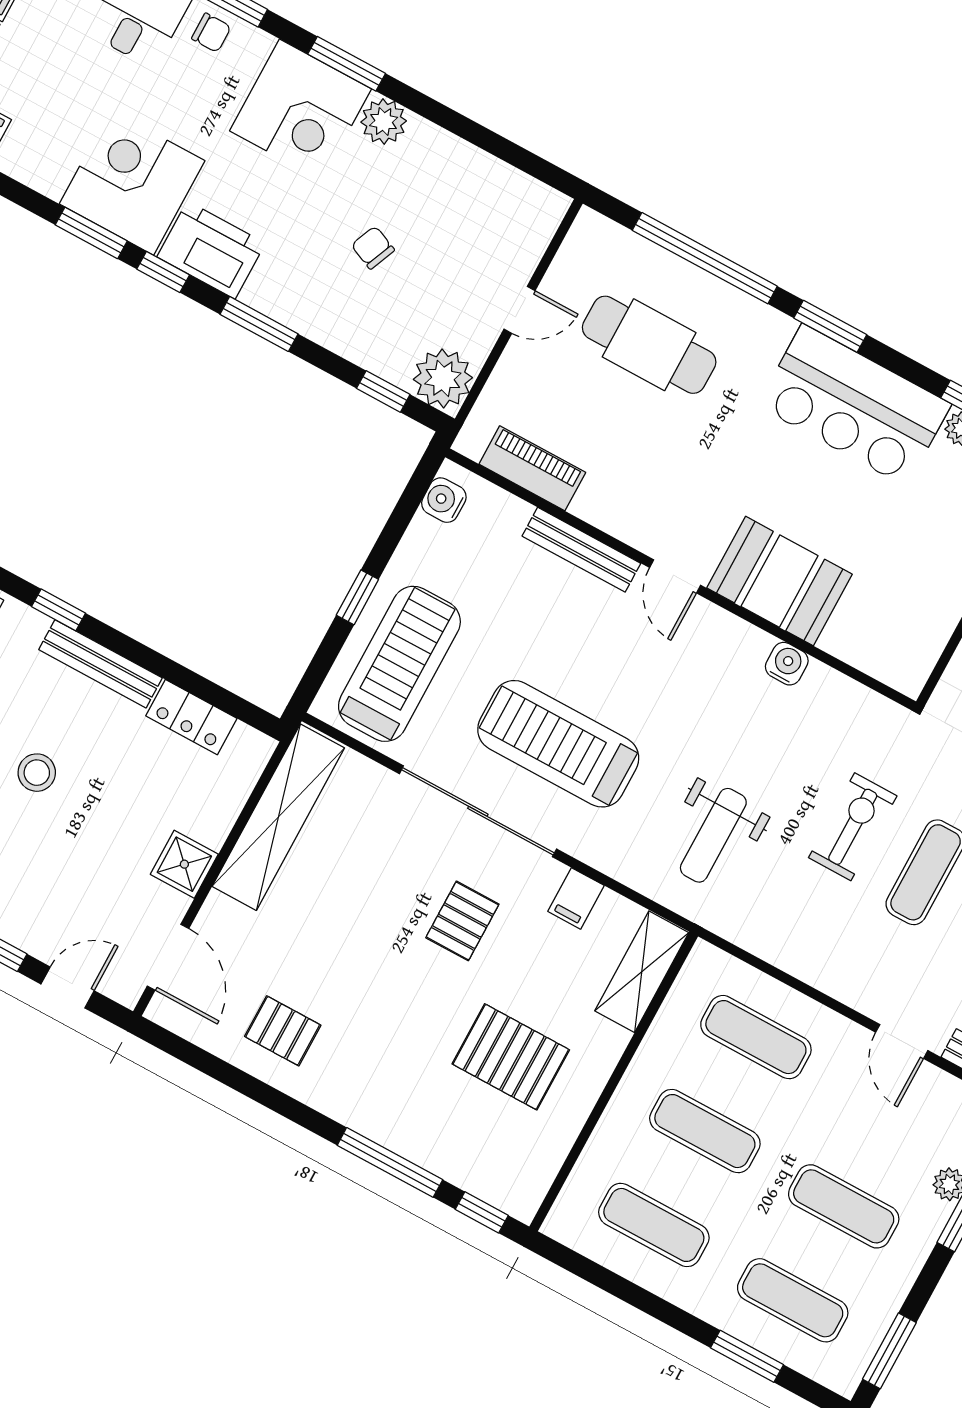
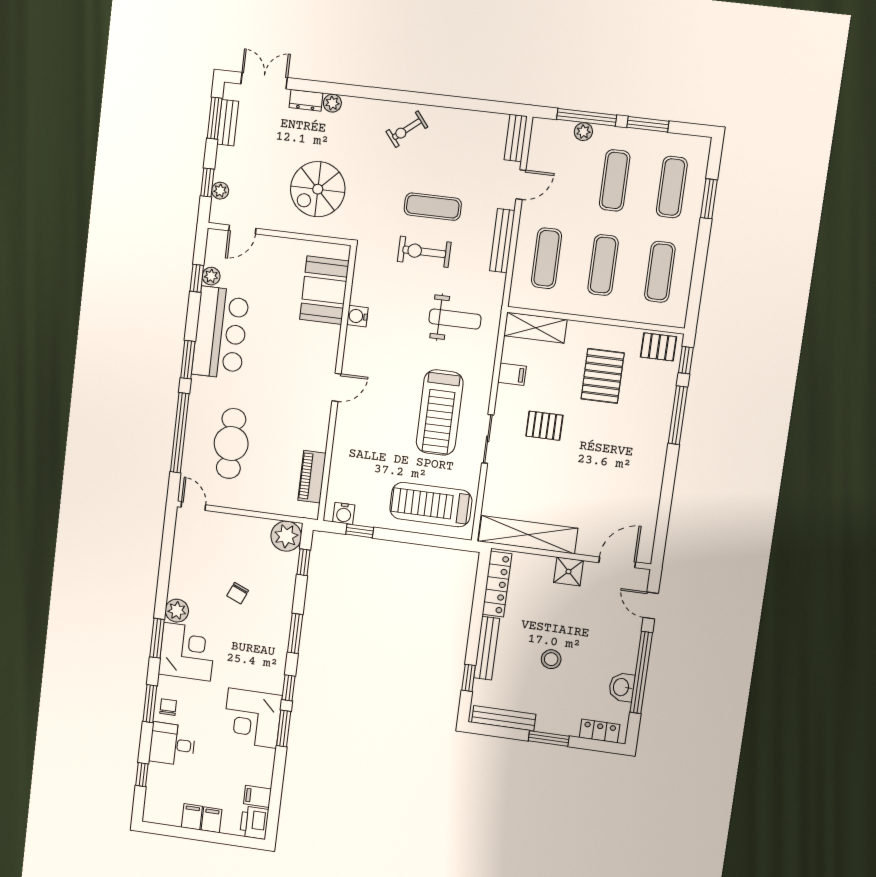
printer: (211, 250) -> (269, 669), removed
door: (519, 310) -> (193, 506), moved
bench: (581, 550) -> (502, 241), moved
booth: (780, 581) -> (324, 290), moved
window: (357, 597) -> (360, 531), moved
locker: (191, 717) -> (497, 584), width x1.53
sliding door: (478, 811) -> (488, 439), width x0.54
pallet: (283, 1031) -> (658, 347), moved, turned 90
window: (889, 1351) -> (648, 124), moved

